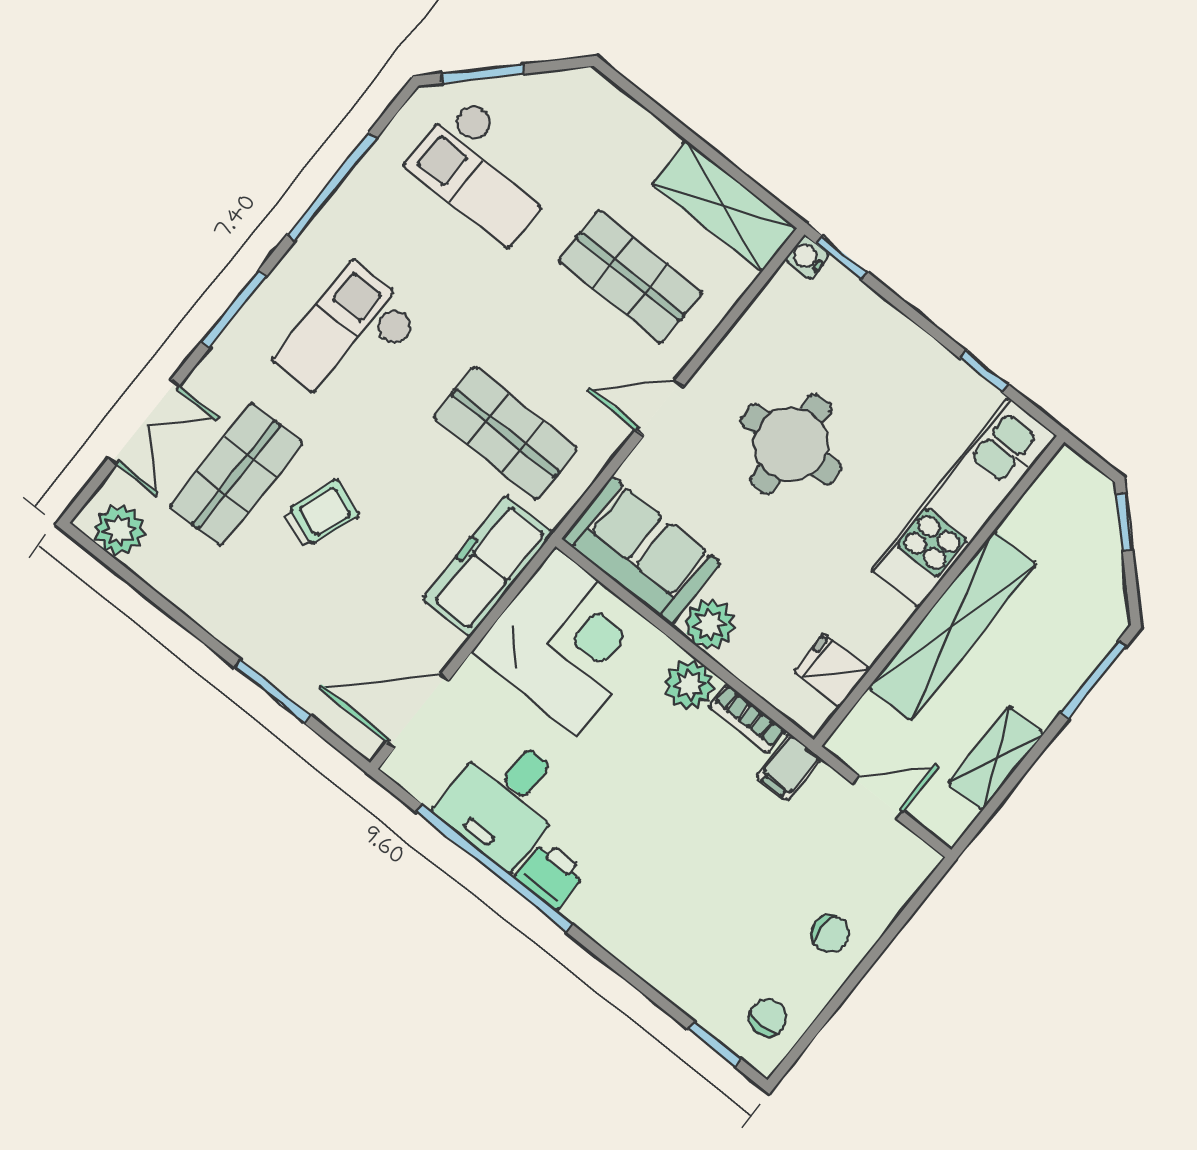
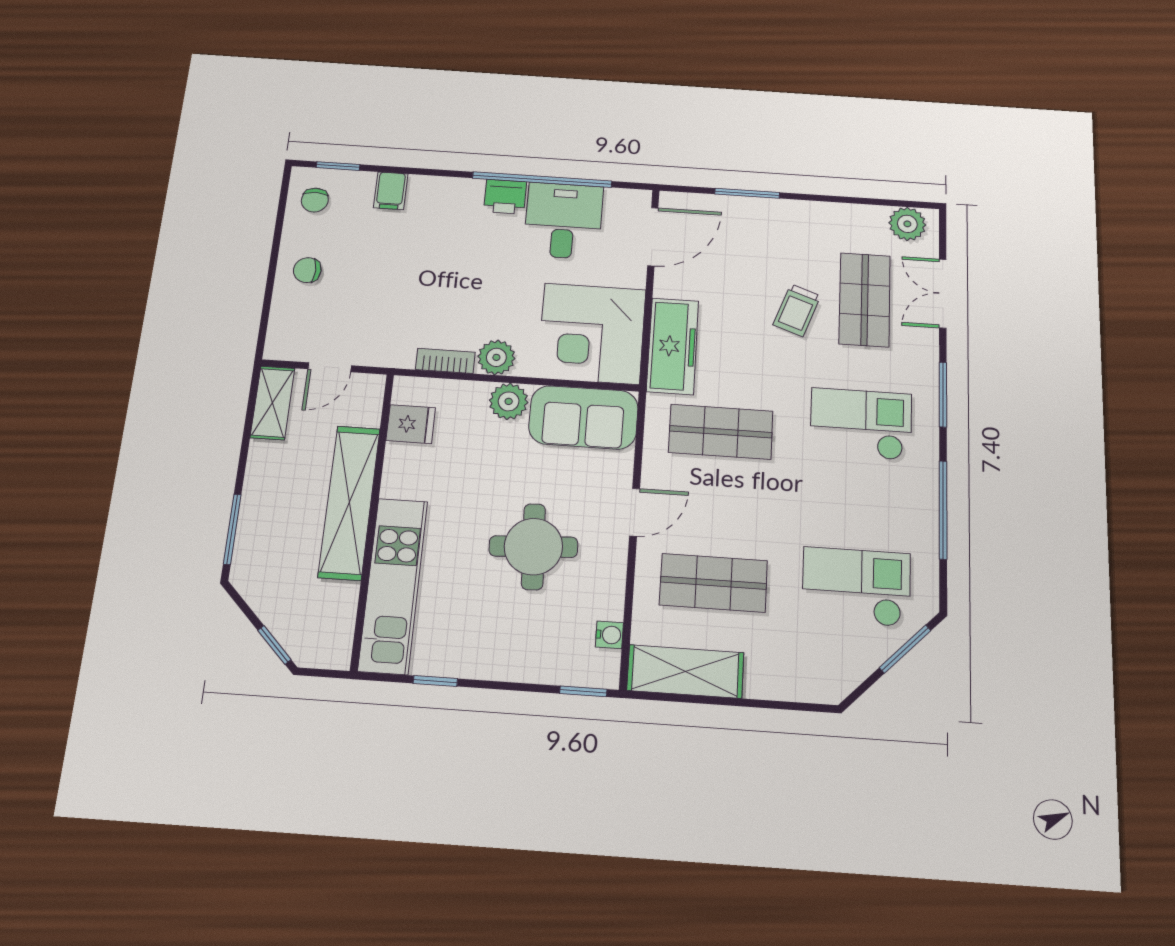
water cooler: (807, 257) -> (609, 635), moved
checkout: (348, 338) -> (861, 424), turned -90
shelving: (996, 758) -> (273, 403), moved
filing cabinet: (789, 767) -> (391, 191), moved, turned 180

